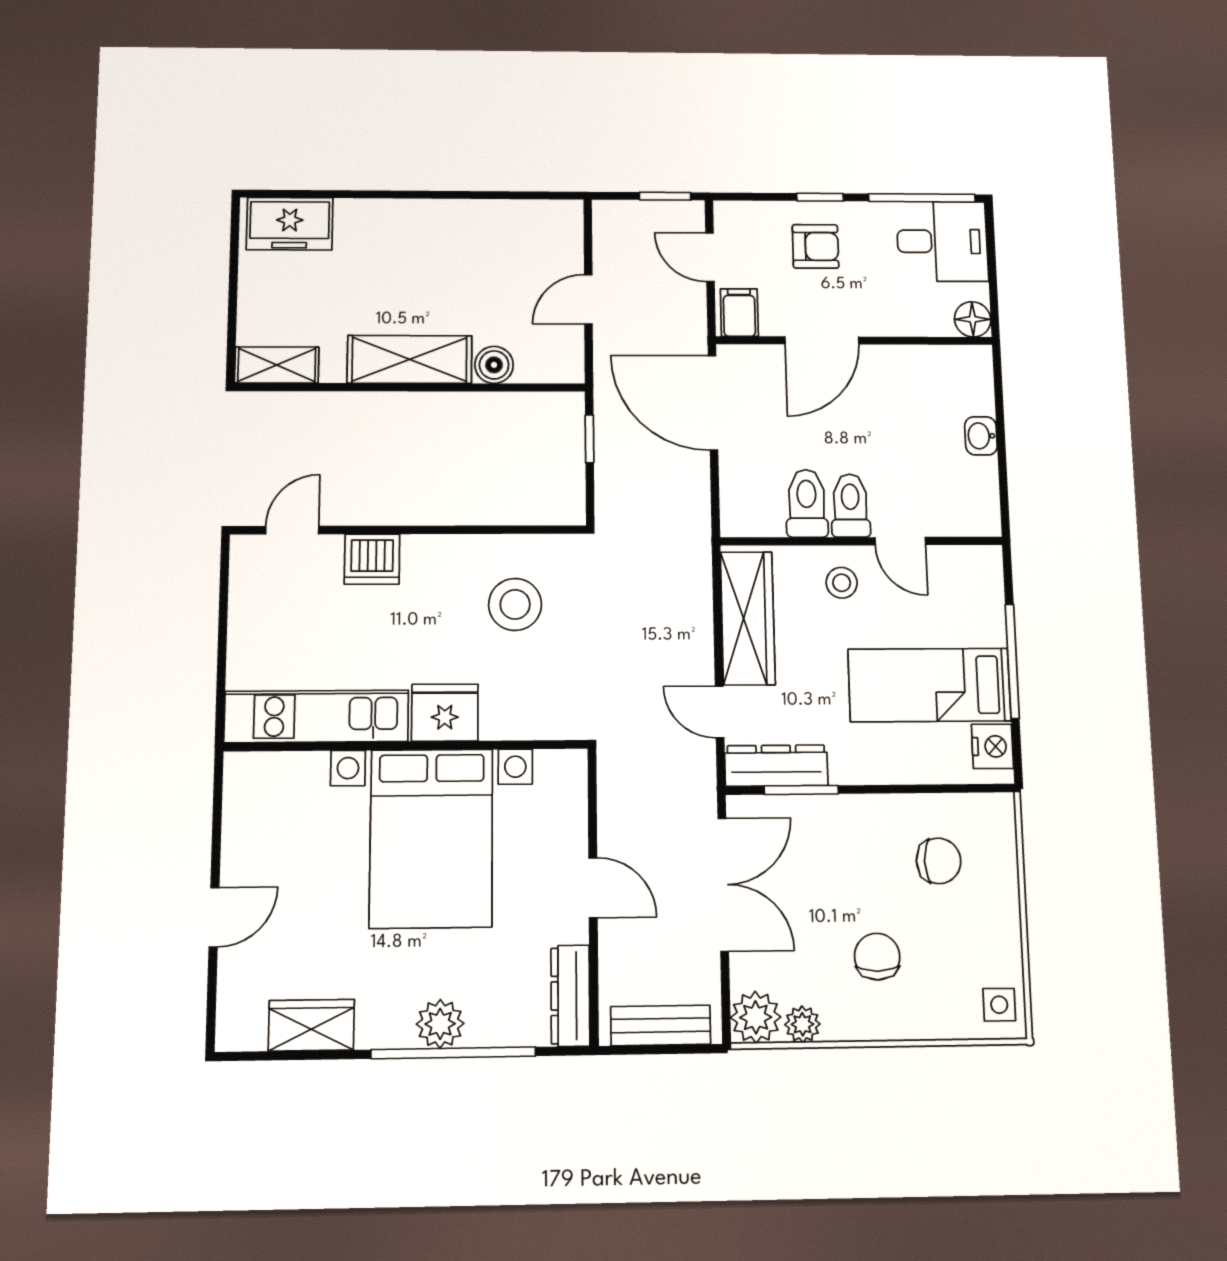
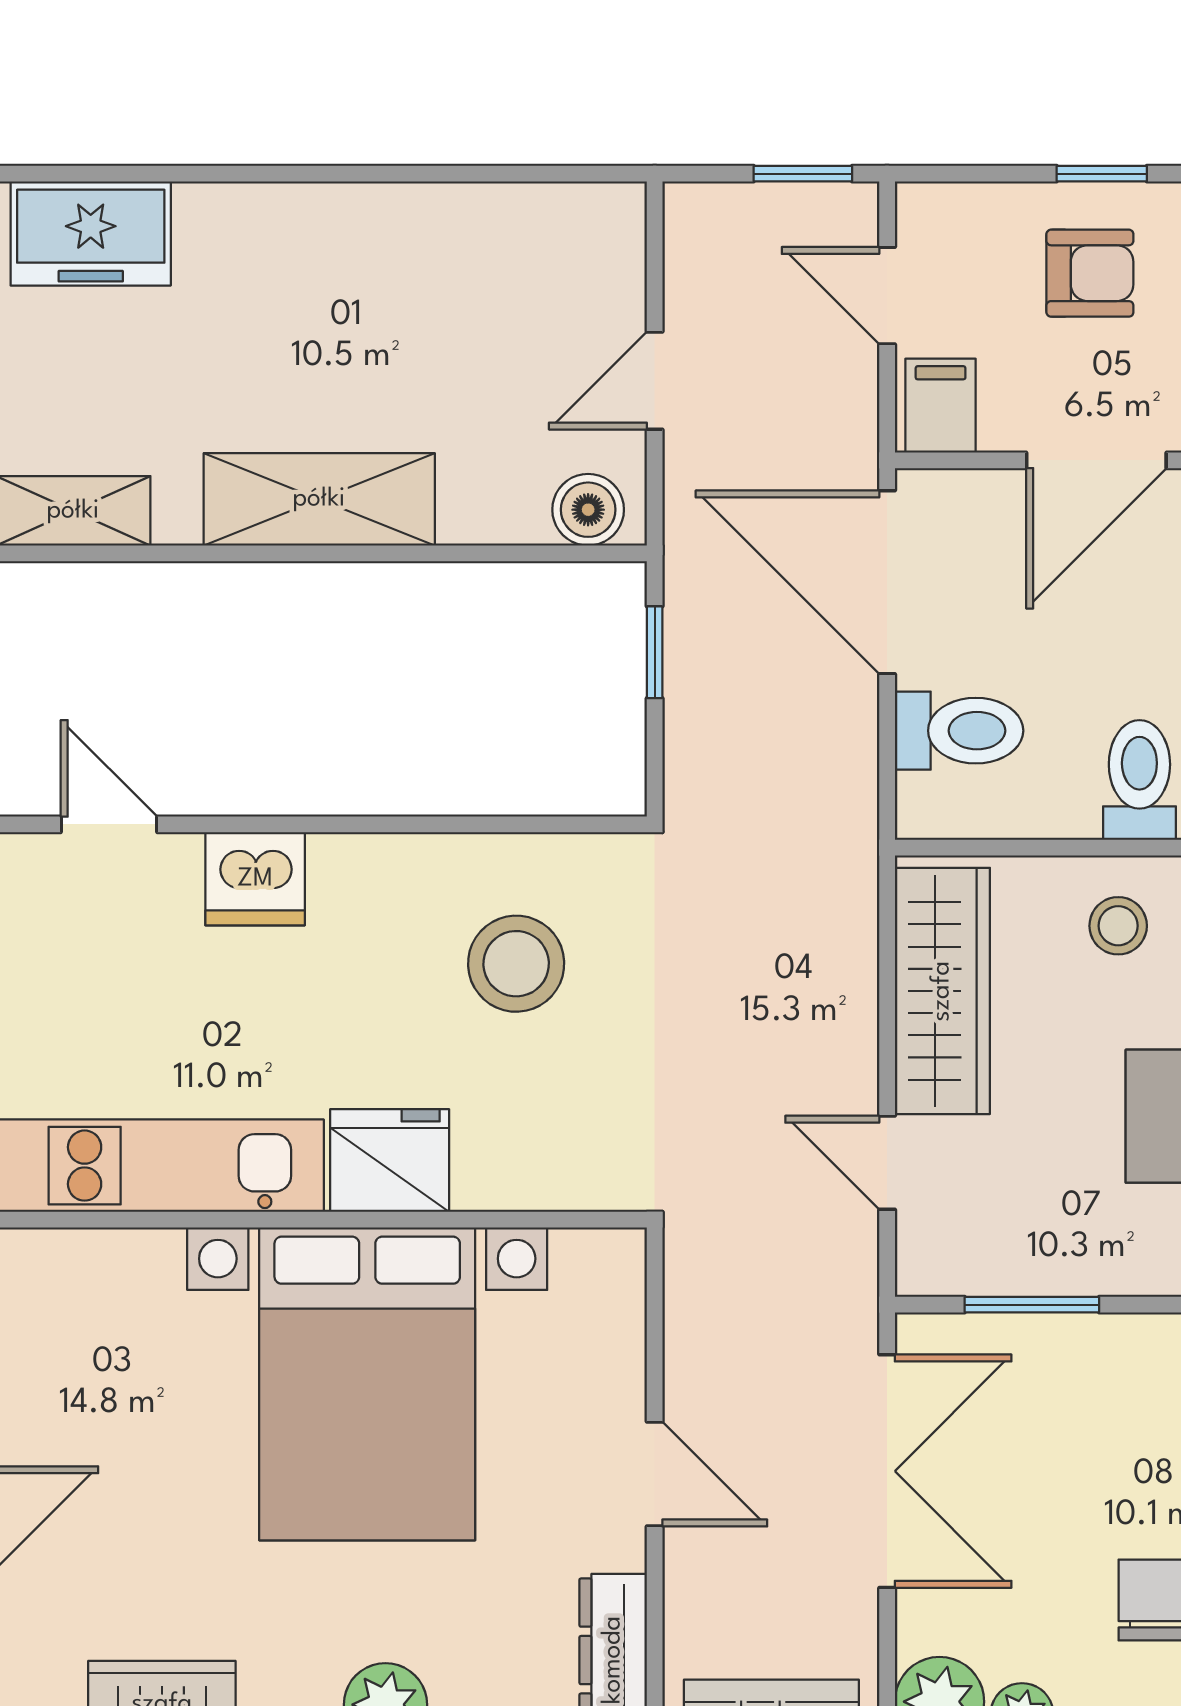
boiler: (494, 365) -> (588, 510), moved
toilet: (807, 503) -> (959, 731), moved, turned 90
door: (292, 530) -> (109, 824), hinge flipped
dresser: (776, 766) -> (988, 1261), removed

